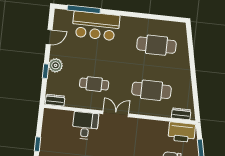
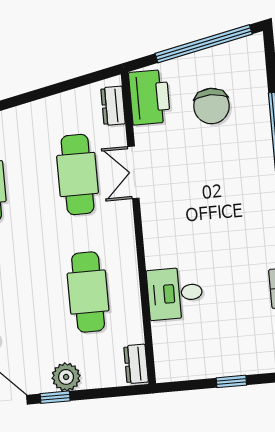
window: (45, 71) -> (55, 397), moved
cafe table: (94, 84) -> (88, 292), width x1.37, depth x1.35
double door: (116, 114) -> (133, 172), moved

